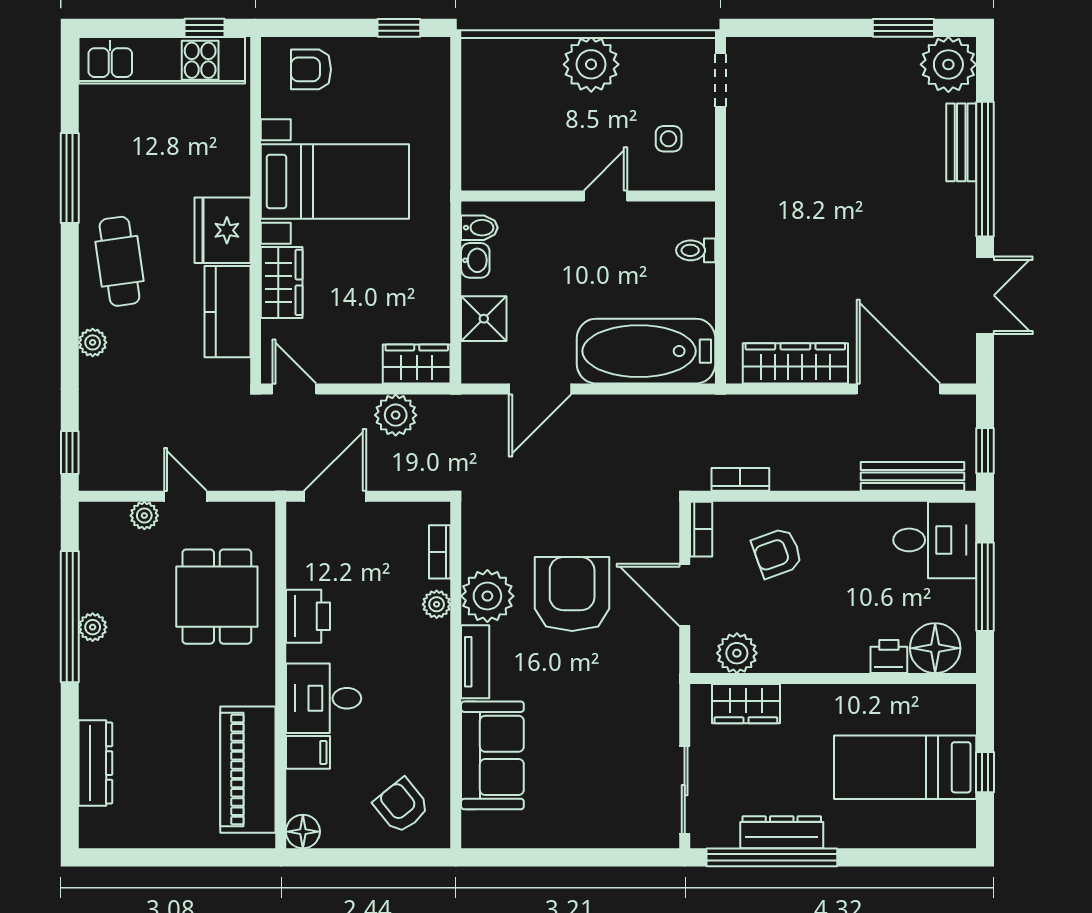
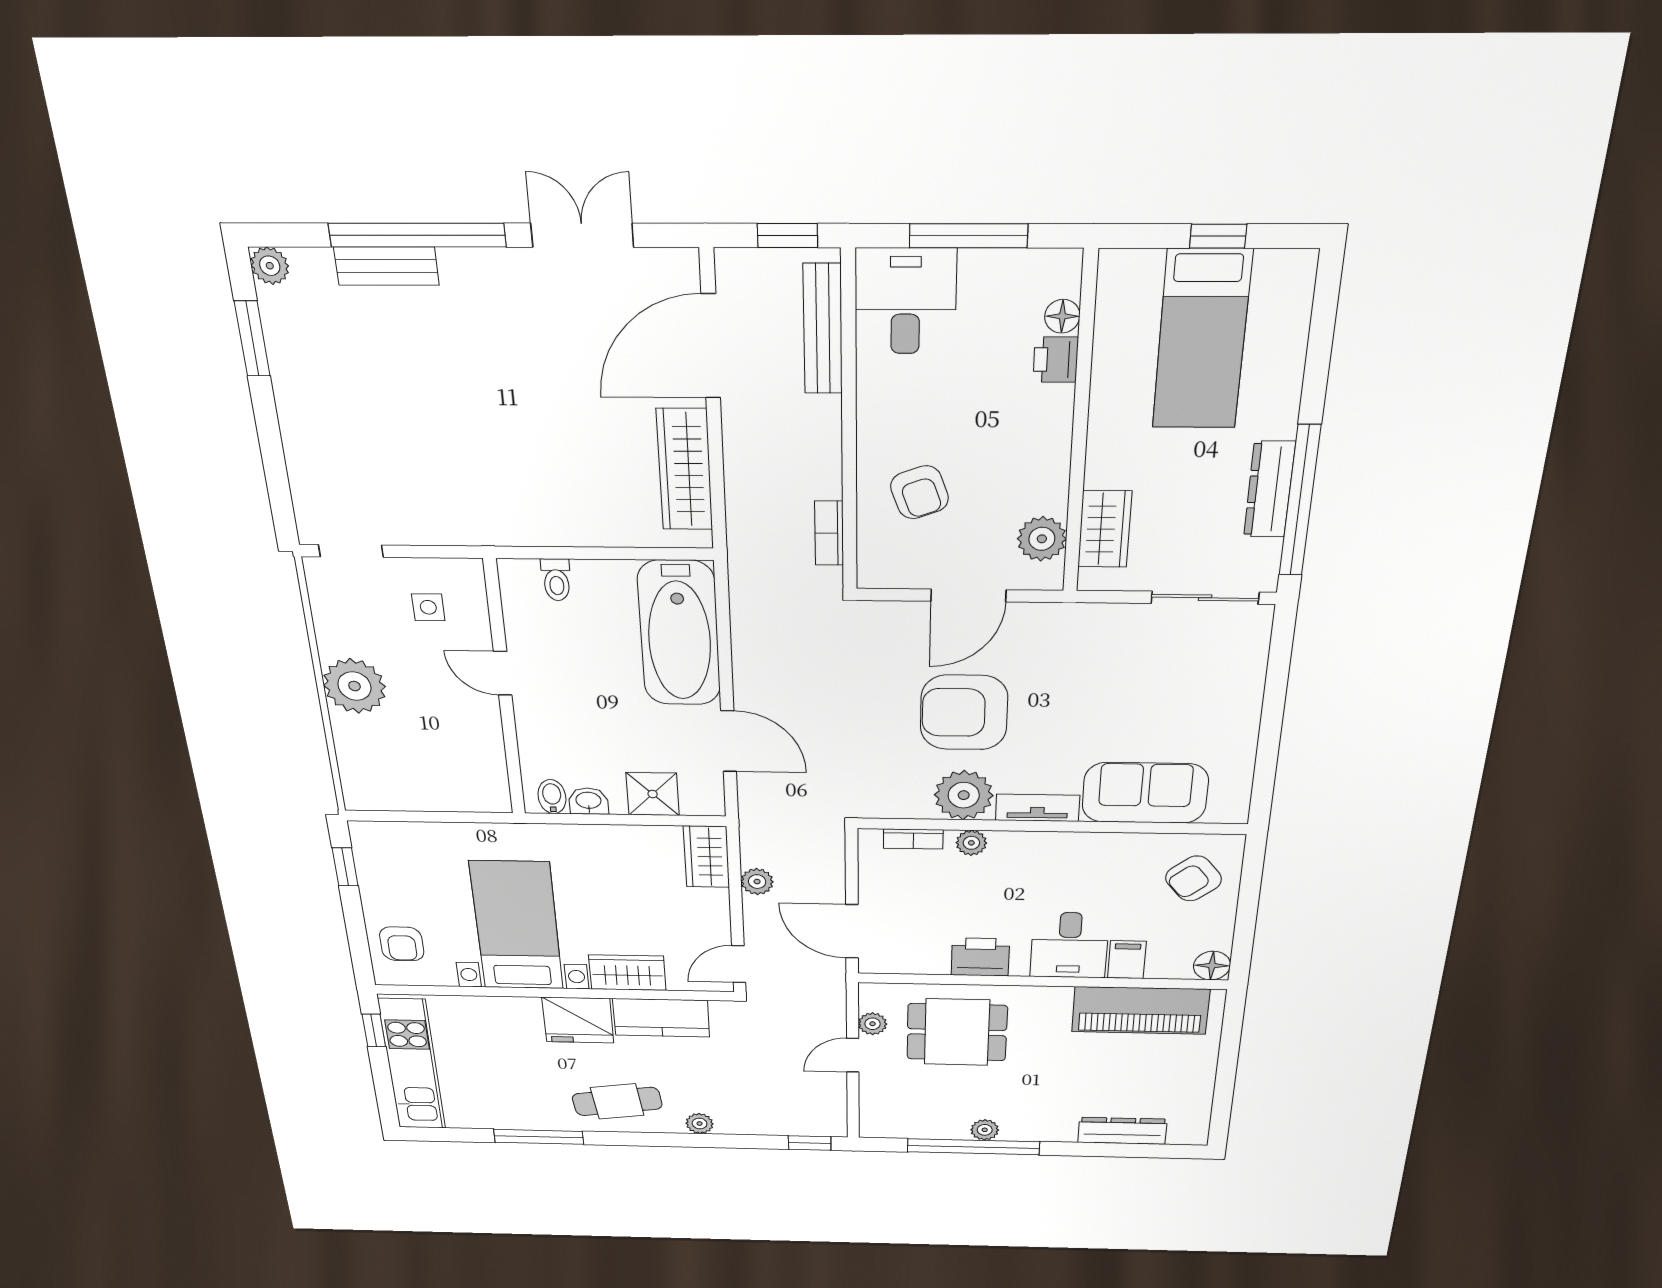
plant: (948, 64) -> (270, 266), width x0.53, depth x0.53
plant: (396, 415) -> (757, 882), width x0.73, depth x0.73
plant: (144, 516) -> (873, 1024), moved
bookcase: (701, 529) -> (890, 577), removed
floor lamp: (935, 648) -> (1062, 316), width x0.53, depth x0.53

